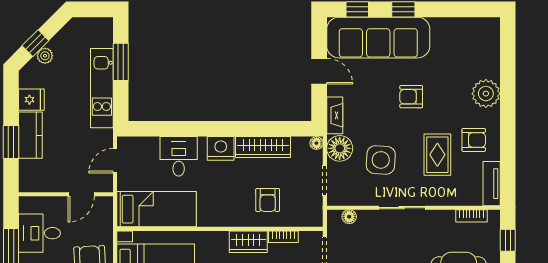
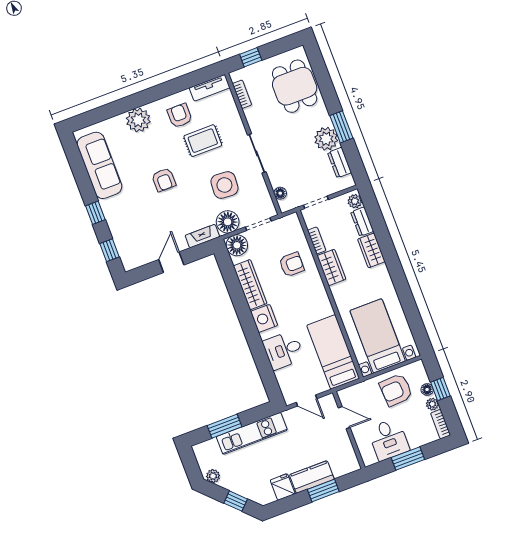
sofa: (378, 38) -> (99, 165), moved, width x0.74, depth x0.79
plant: (45, 56) -> (213, 476), moved
floor lamp: (316, 143) -> (237, 245), width x1.89, depth x1.89

